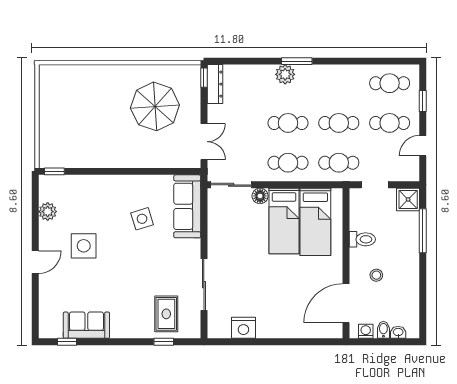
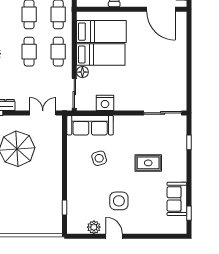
window: (54, 171) -> (65, 207), moved
door: (35, 262) -> (114, 236), moved
sliding door: (204, 285) -> (163, 113), moved
rug: (166, 314) -> (148, 163), moved
nightstand: (243, 328) -> (105, 103), moved, turned 90

